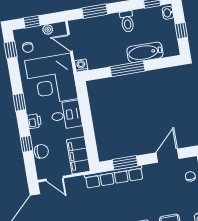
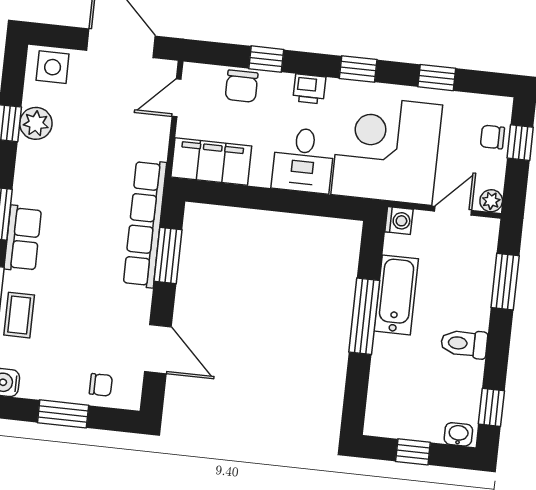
plant: (48, 29) -> (491, 201), moved
chair: (28, 47) -> (492, 137), moved
window: (11, 50) -> (437, 78), moved
bathtub: (145, 52) -> (396, 295), moved

